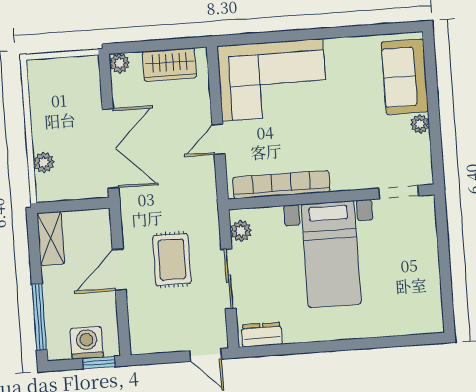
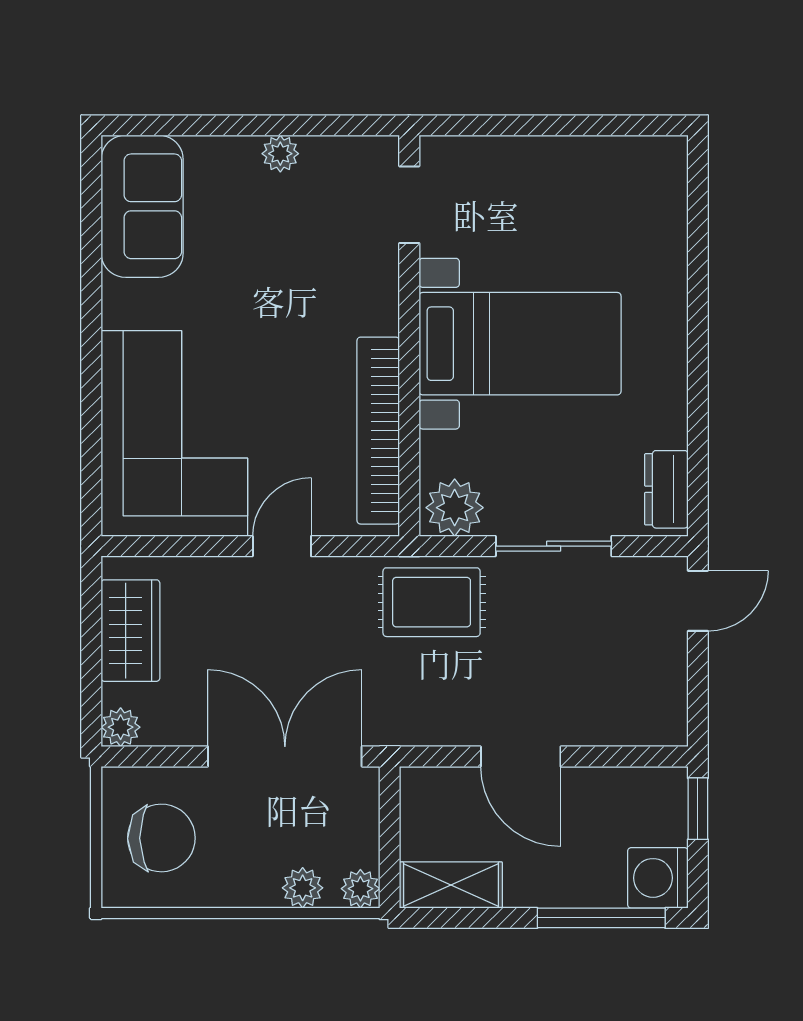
sofa: (405, 77) -> (142, 206), moved, turned -90
chair: (64, 88) -> (161, 838), added
door: (218, 139) -> (282, 546), swing flipped
plant: (45, 192) -> (360, 889), added
plant: (241, 231) -> (455, 508), width x1.38, depth x1.38
rug: (172, 260) -> (432, 602), moved
washing machine: (87, 343) -> (658, 878), moved

